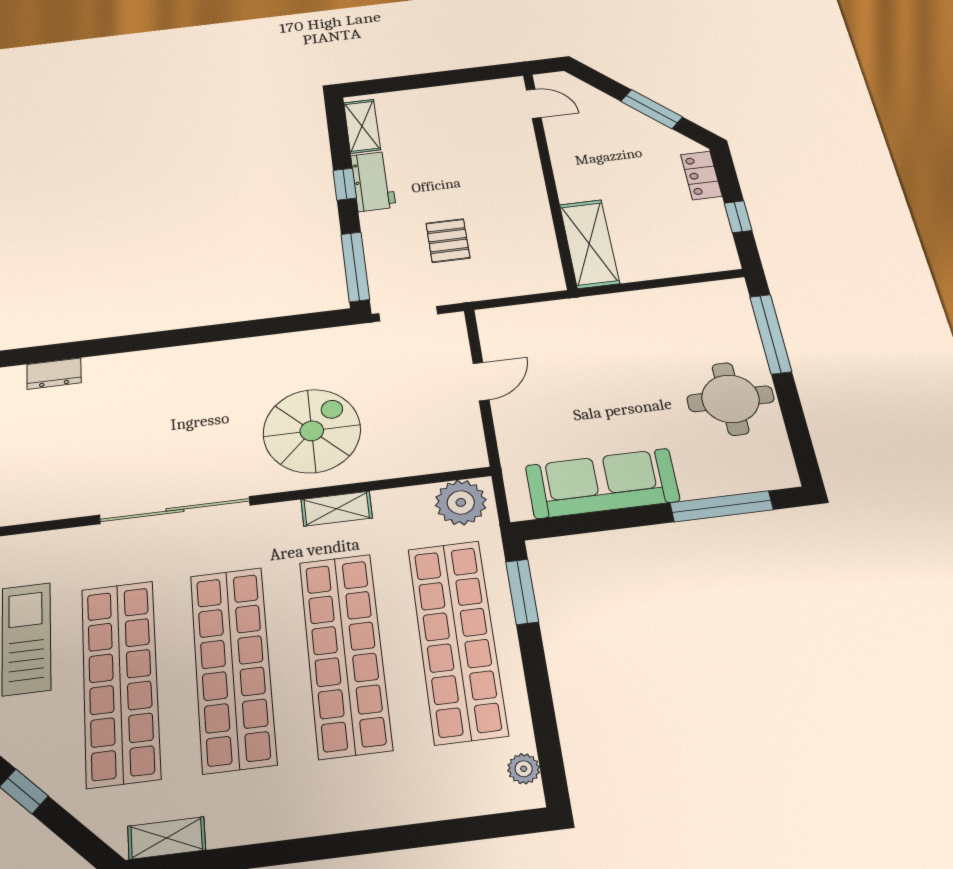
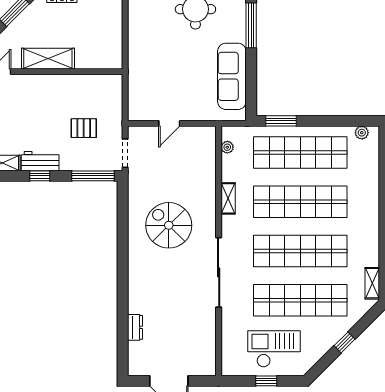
shelving: (589, 244) -> (48, 59), moved
door: (481, 381) -> (169, 123), swing flipped
spiral stairs: (312, 431) -> (169, 225), moved
plant: (461, 502) -> (227, 147), width x0.53, depth x0.53

